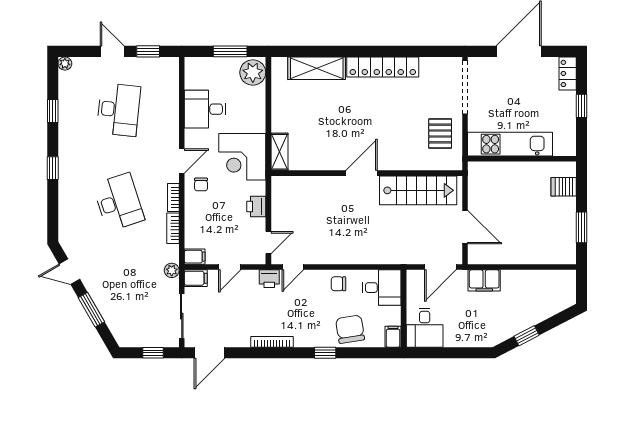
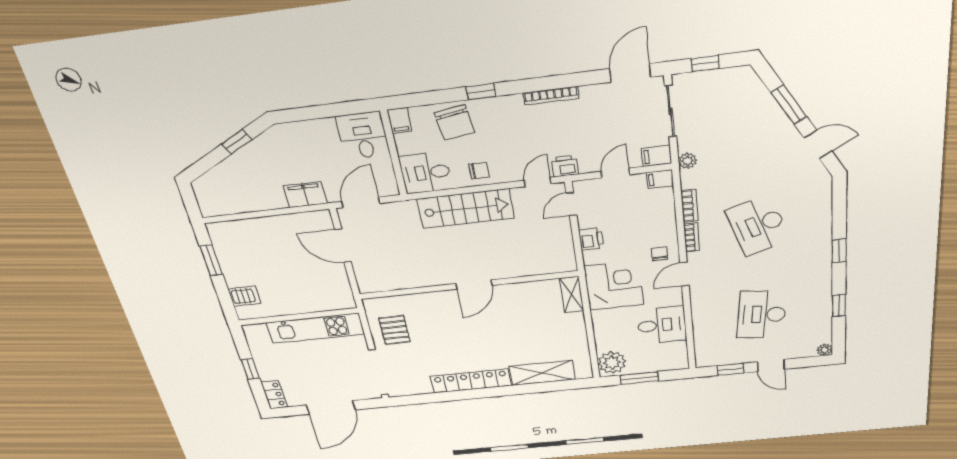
stairs: (418, 190) -> (466, 209), moved, turned 180

